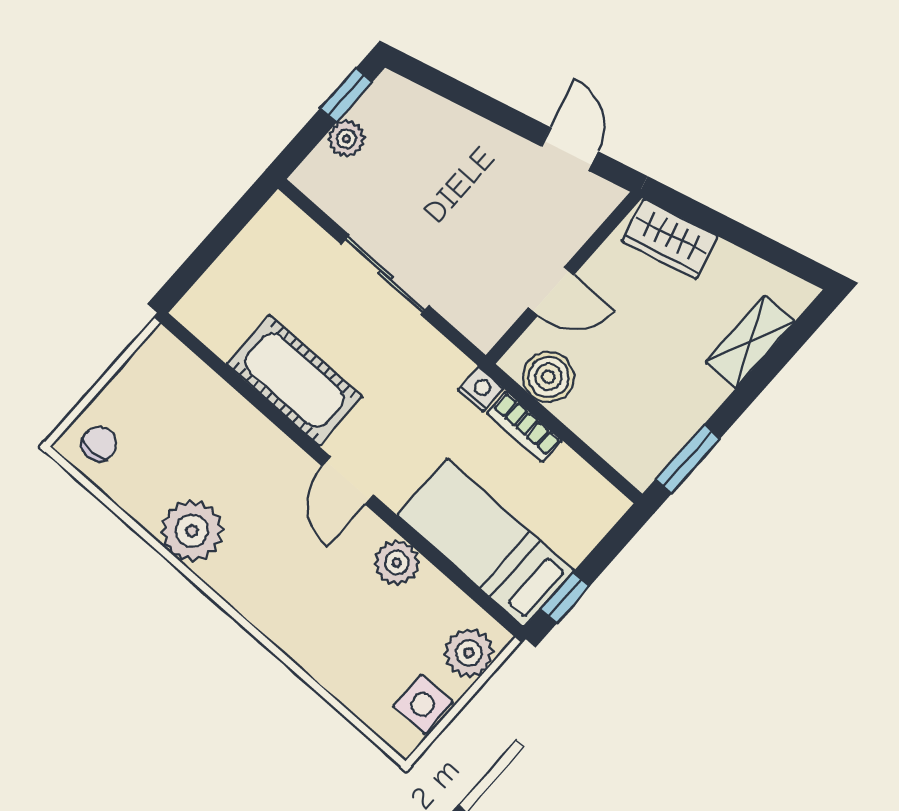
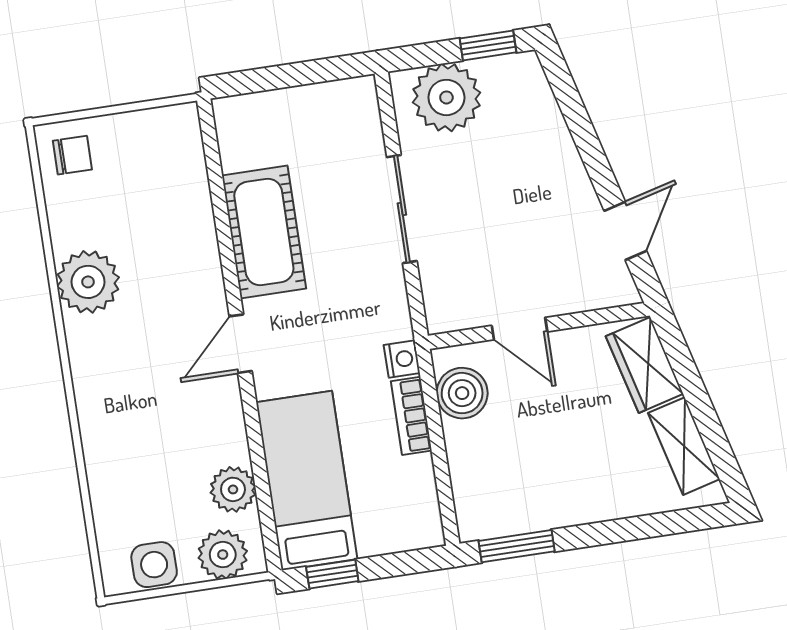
plant: (347, 139) -> (446, 97), width x1.88, depth x1.88
shelving: (750, 342) -> (684, 446), moved, turned 75
plant: (397, 563) -> (233, 489), moved

